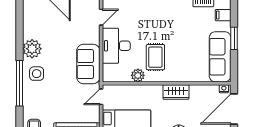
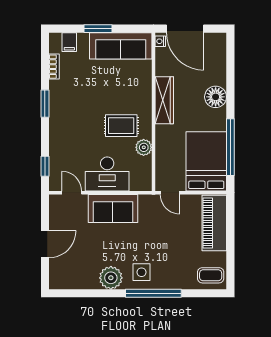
sofa: (88, 64) -> (113, 208), moved
wardrobe: (176, 92) -> (164, 100), width x1.50

